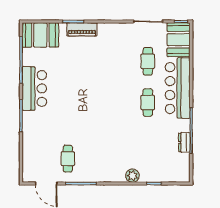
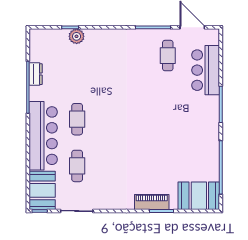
bar counter: (34, 88) -> (206, 70), moved
plant: (132, 176) -> (77, 36), moved

